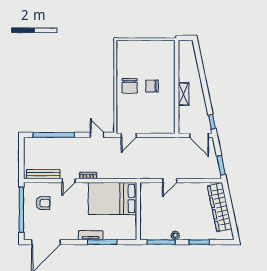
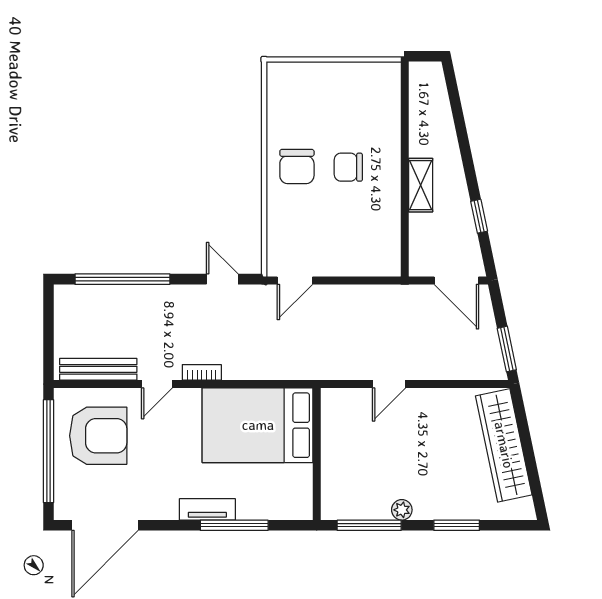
window: (212, 122) -> (479, 216), moved
armchair: (43, 203) -> (98, 436), width x1.88, depth x1.88

